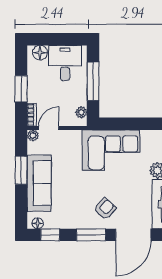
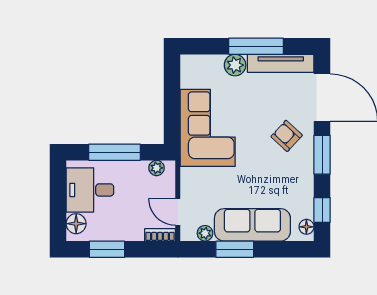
window: (21, 89) -> (107, 249), moved
plant: (33, 136) -> (205, 233), moved

